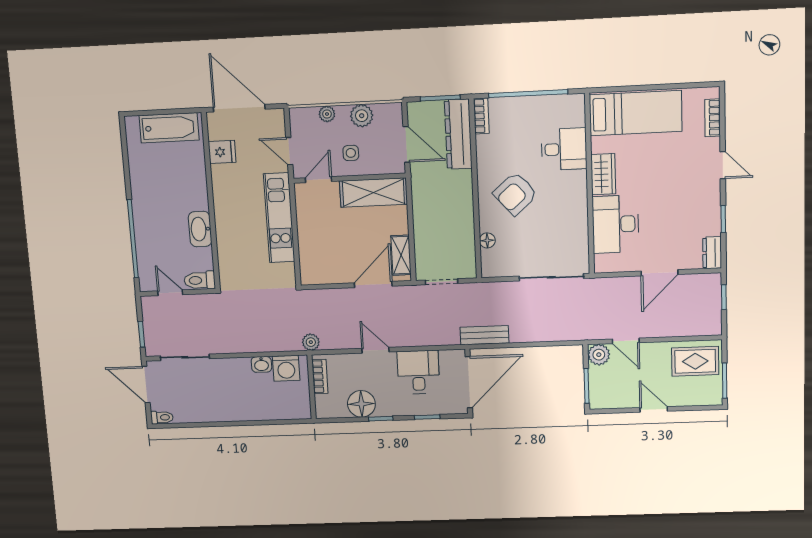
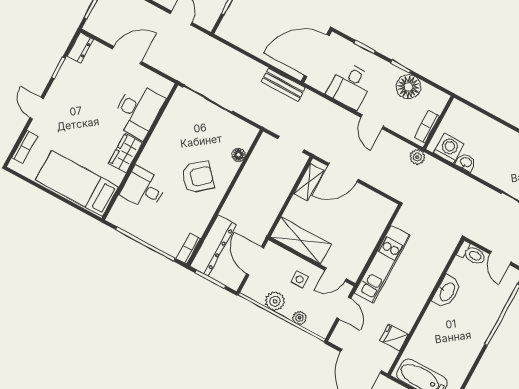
plant: (599, 355) -> (207, 19), removed

